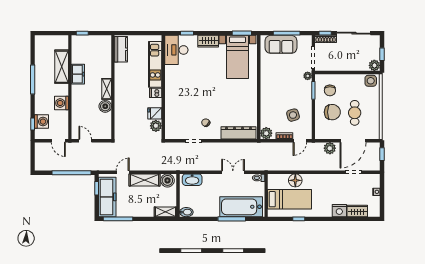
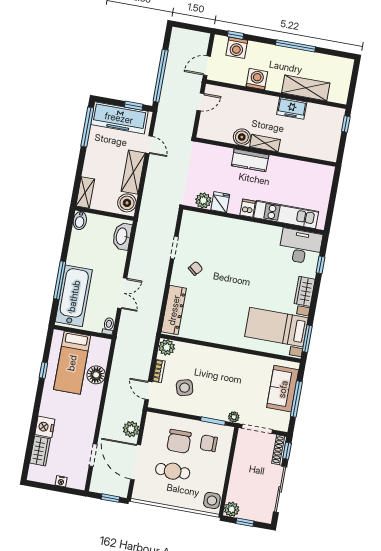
kitchen counter: (121, 49) -> (250, 160), moved

